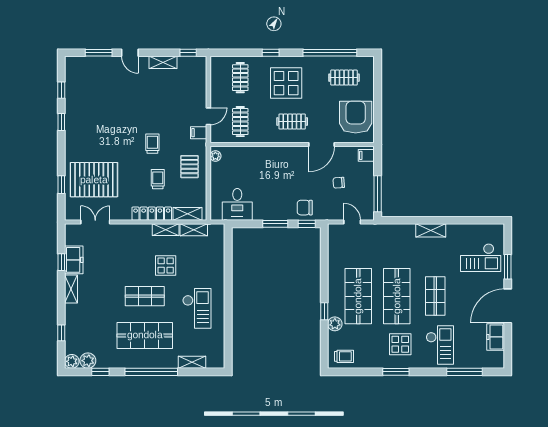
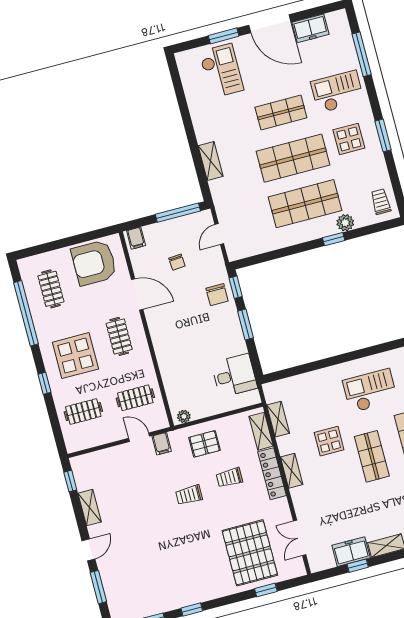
shelving: (166, 230) -> (292, 471), moved
shelving: (431, 230) -> (211, 161), moved

